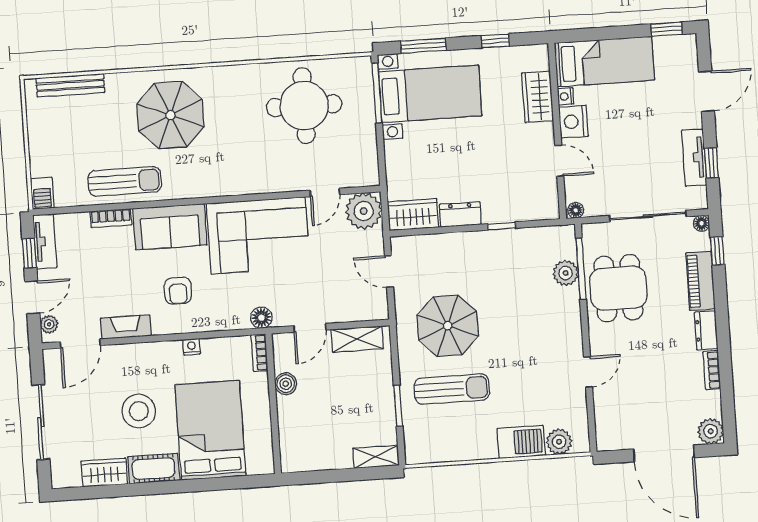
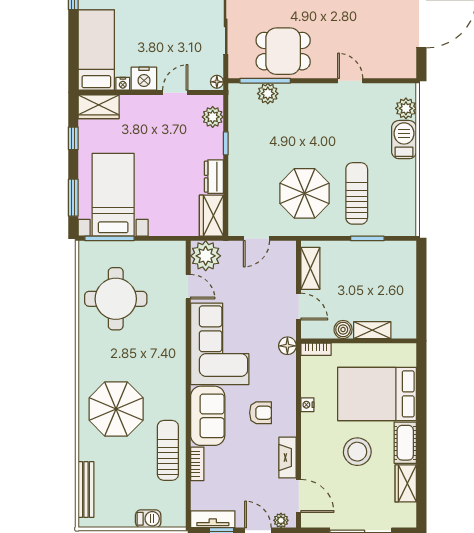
wardrobe: (537, 97) -> (99, 107), moved
barbecue: (42, 193) -> (148, 519), moved
plant: (533, 208) -> (213, 117), added
shelving: (376, 457) -> (372, 330), moved, turned 90

